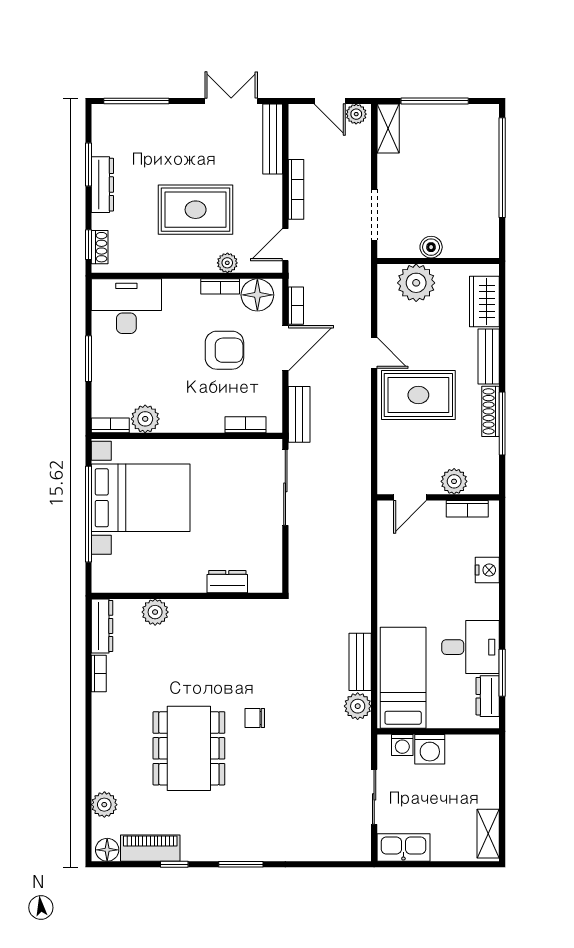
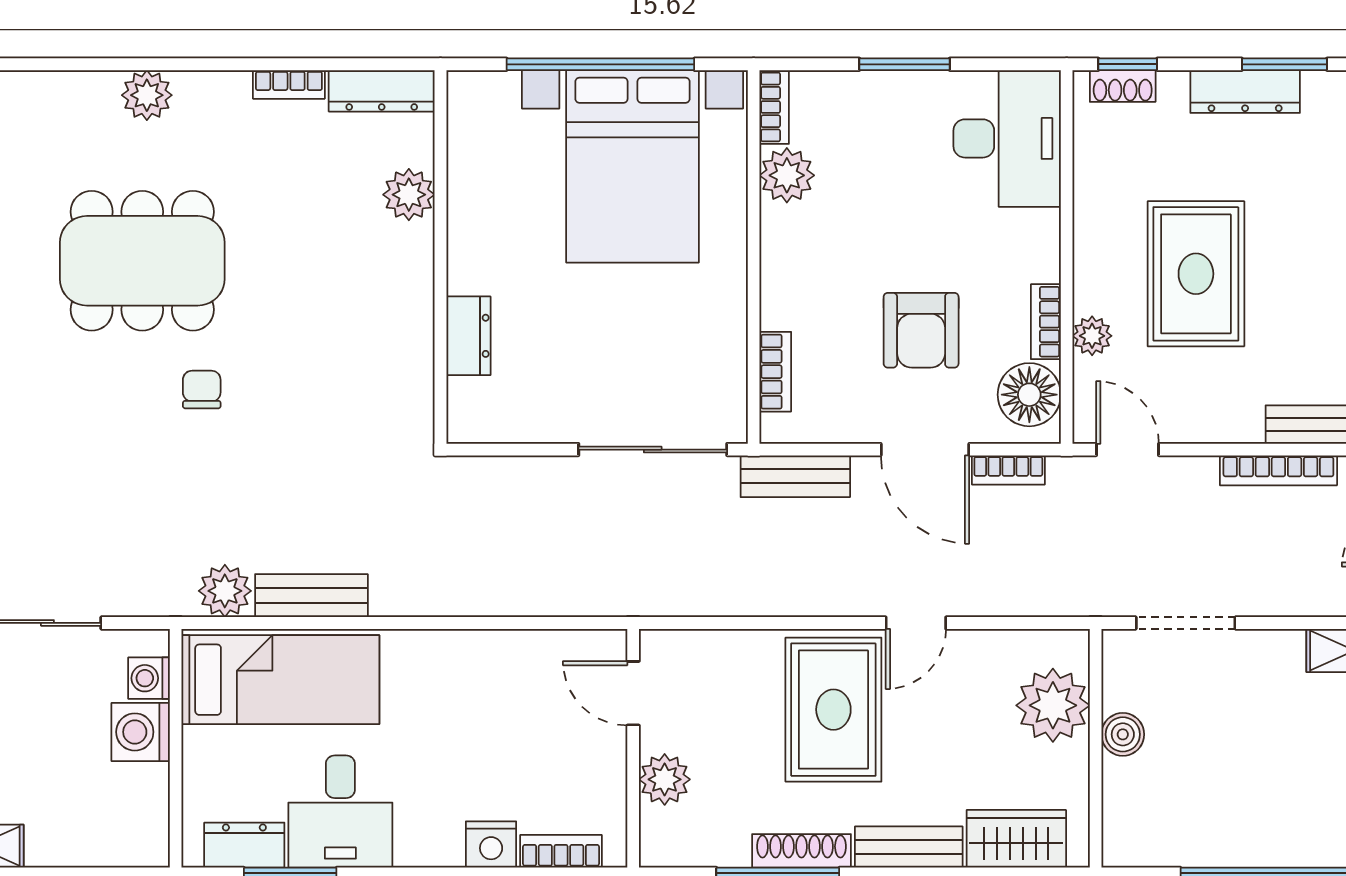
bookcase: (296, 189) -> (1278, 470), moved
bookcase: (467, 509) -> (561, 851), moved, turned 90
plant: (104, 805) -> (147, 95), moved

